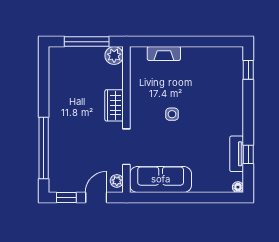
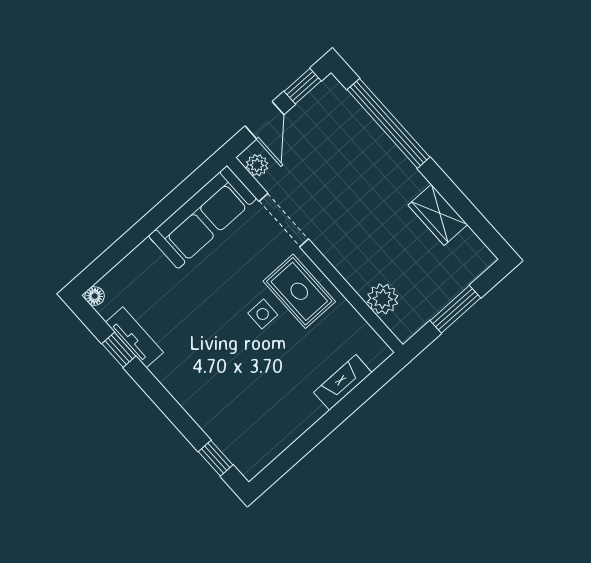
window: (87, 42) -> (455, 309), width x0.69
plant: (114, 56) -> (383, 299), moved
wardrobe: (114, 105) -> (438, 215), moved, turned 180
rug: (147, 110) -> (299, 291), added

